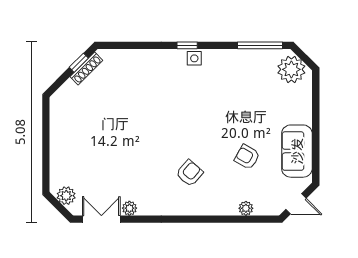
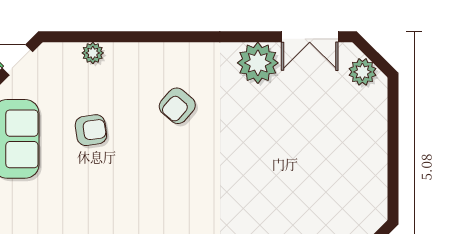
armchair: (247, 157) -> (91, 130), turned -38
plant: (129, 208) -> (258, 63), width x1.87, depth x1.87

